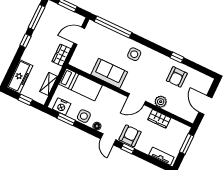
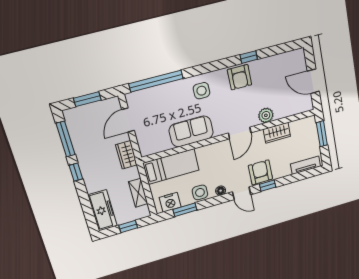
armchair: (177, 77) -> (240, 77), moved

